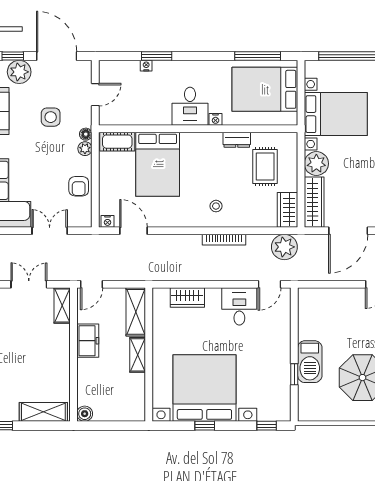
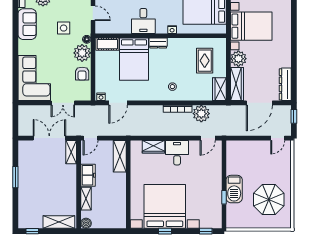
door: (95, 95) -> (93, 13), hinge flipped
desk: (190, 106) -> (143, 21), moved
dresser: (237, 140) -> (158, 43), moved
plant: (85, 149) -> (82, 53), width x1.88, depth x1.88
double door: (50, 231) -> (63, 103), swing flipped
door: (133, 231) -> (118, 103), swing flipped
plant: (284, 247) -> (201, 114), moved
double door: (29, 284) -> (49, 138), width x1.37
desk: (239, 306) -> (177, 153), moved
shelving: (138, 355) -> (86, 199), moved

